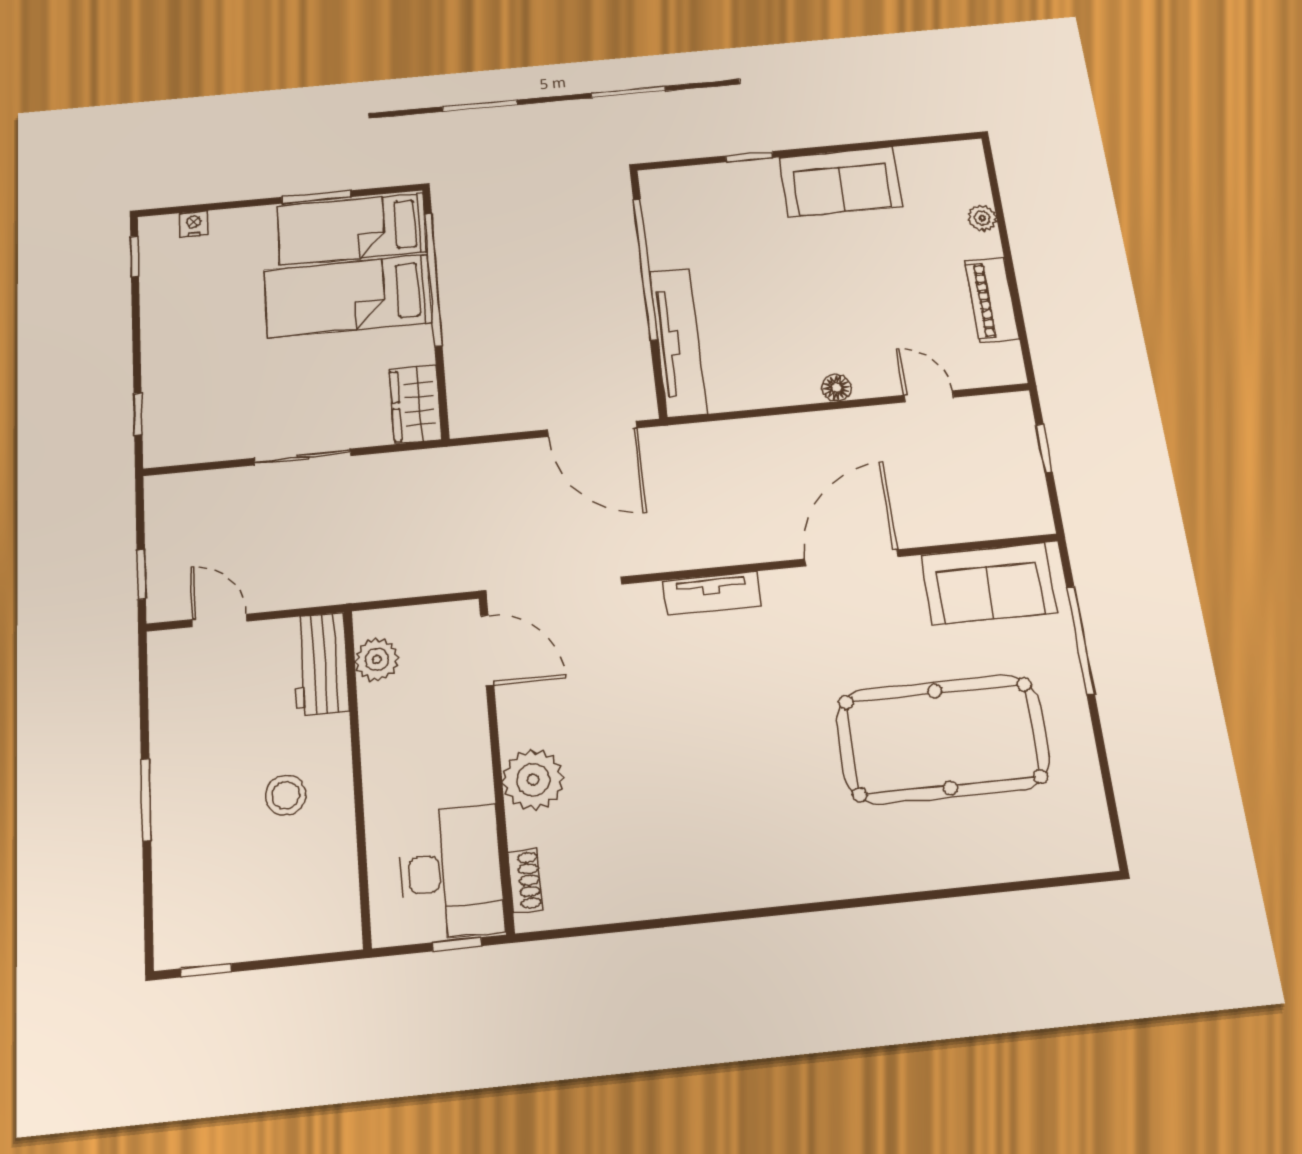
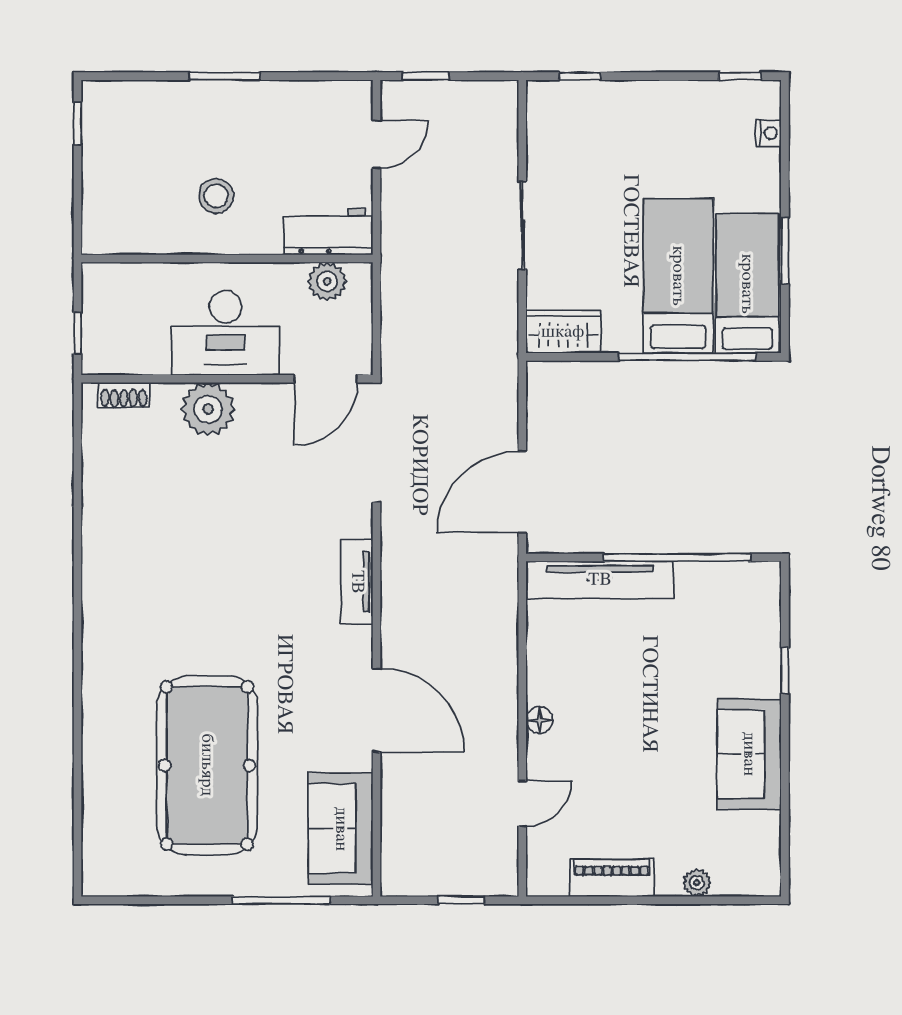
desk: (451, 872) -> (225, 333), moved

